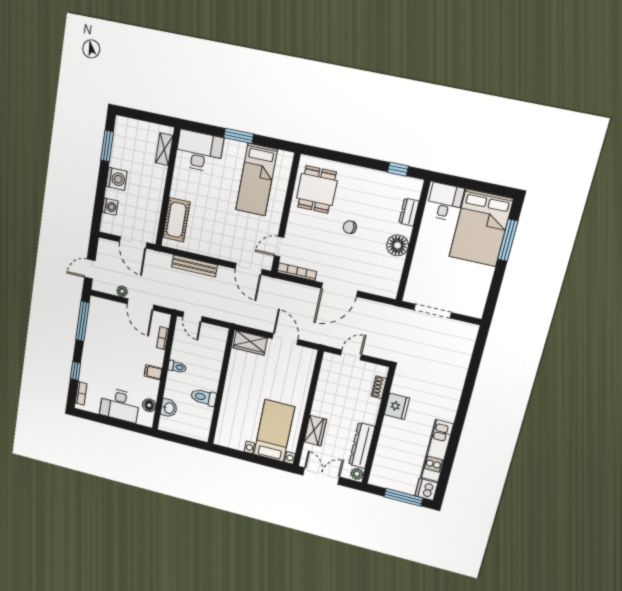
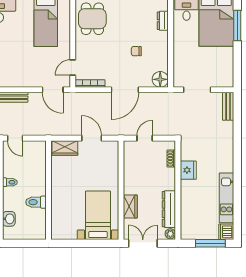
chair: (350, 227) -> (136, 51), moved
floor lamp: (398, 245) -> (160, 79), moved
bench: (468, 341) -> (228, 106), added

